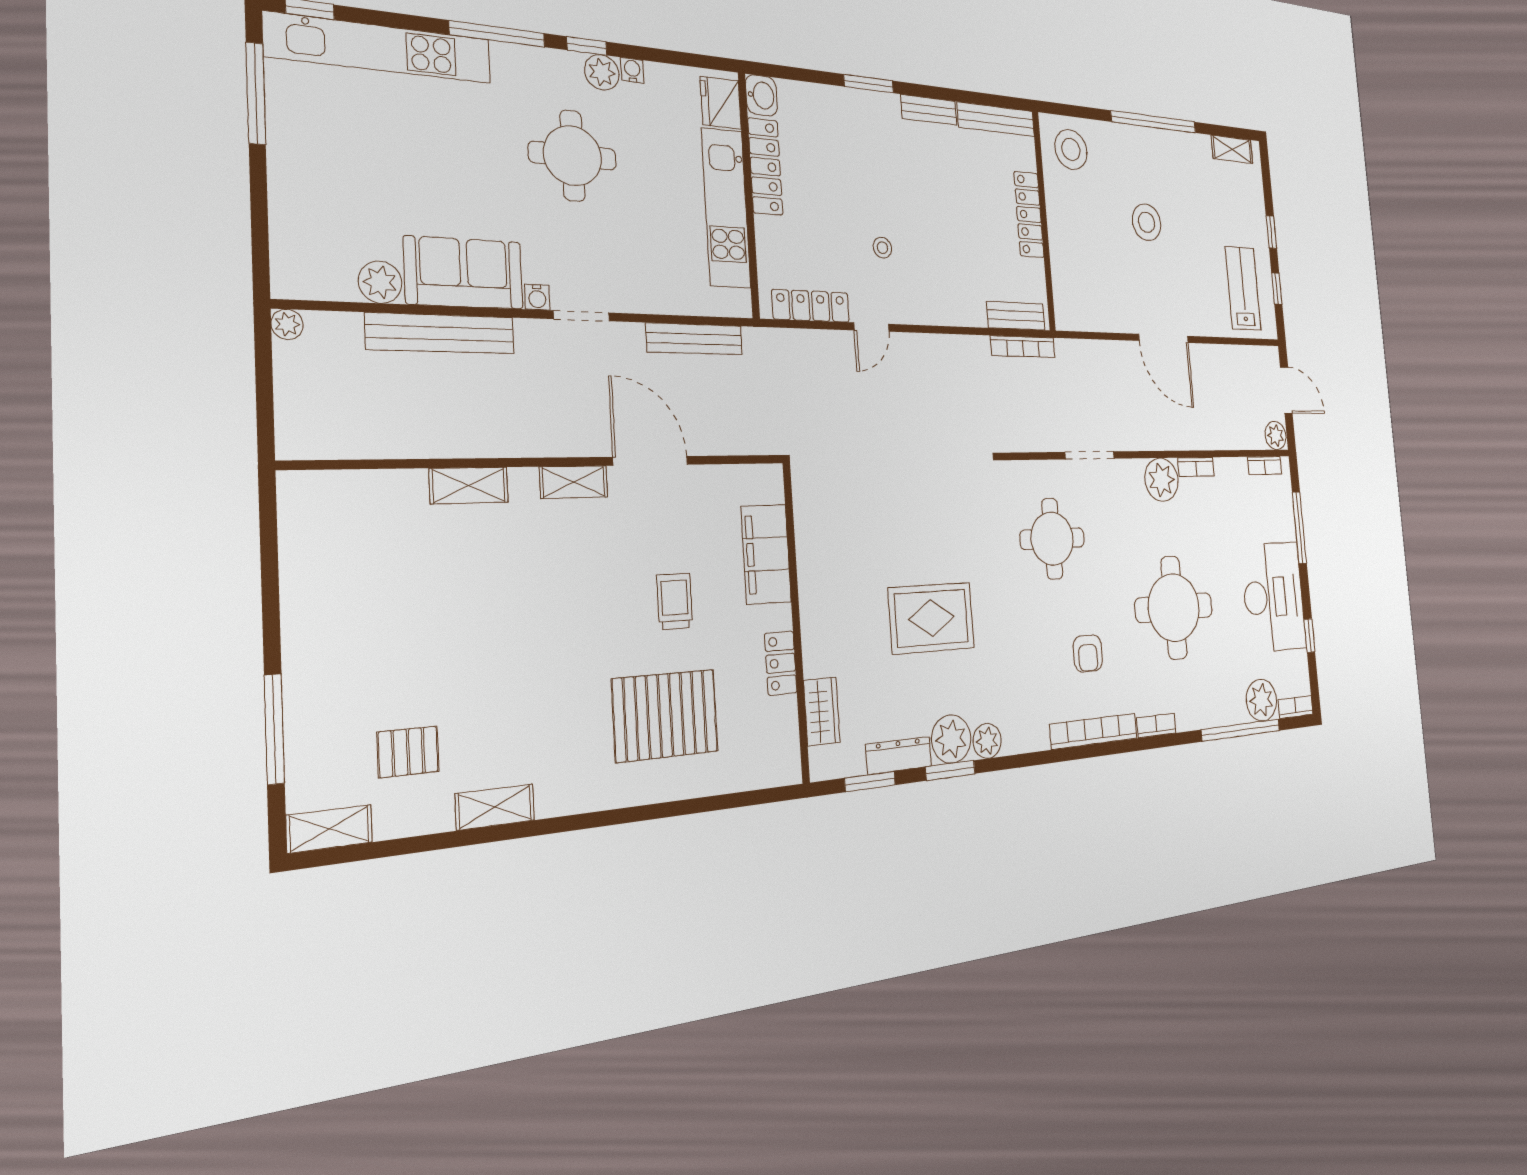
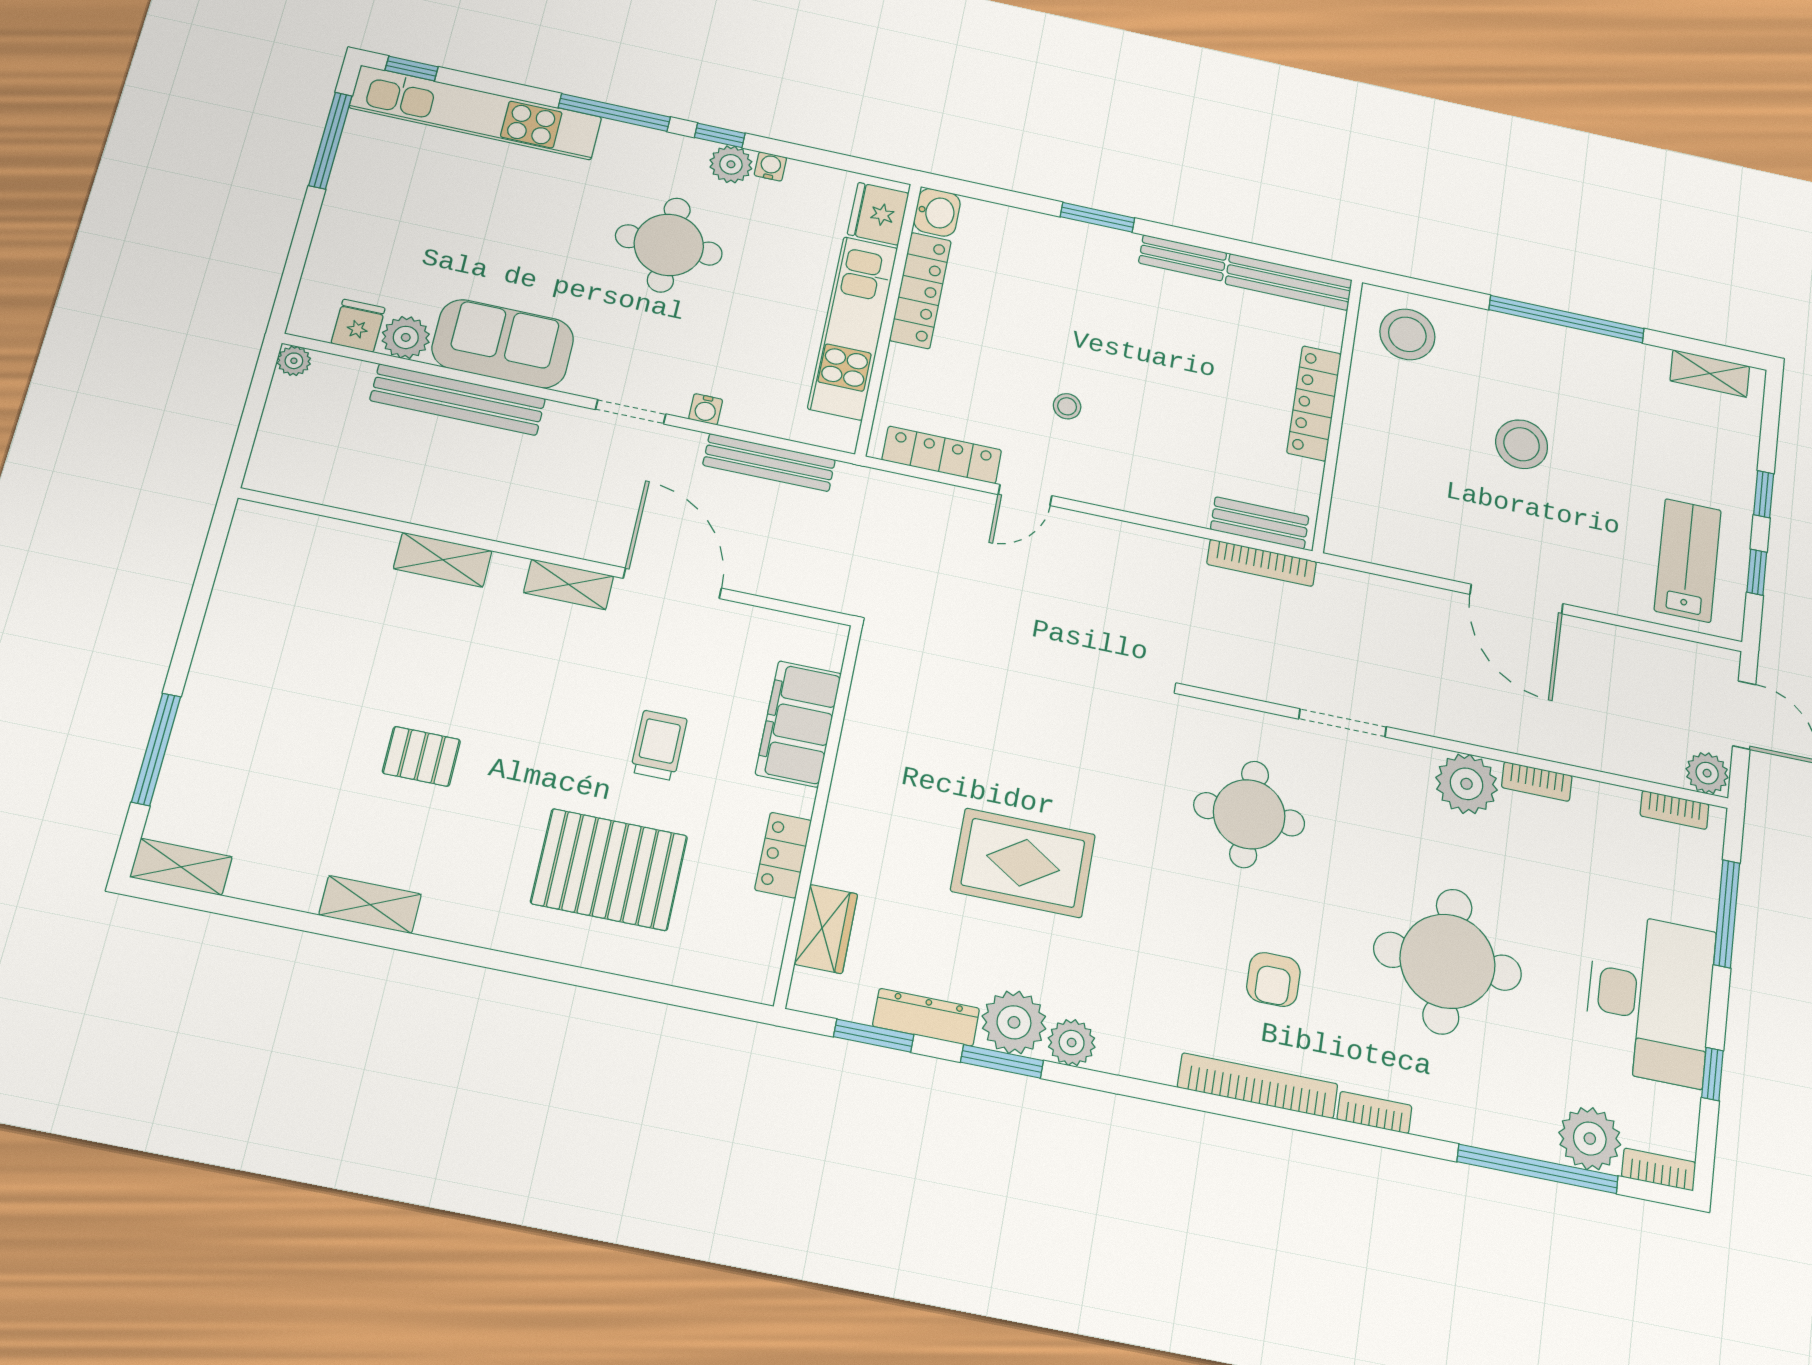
fridge: (335, 278) -> (358, 326), added
water cooler: (537, 297) -> (706, 409), moved
pallet: (408, 752) -> (421, 756), moved

